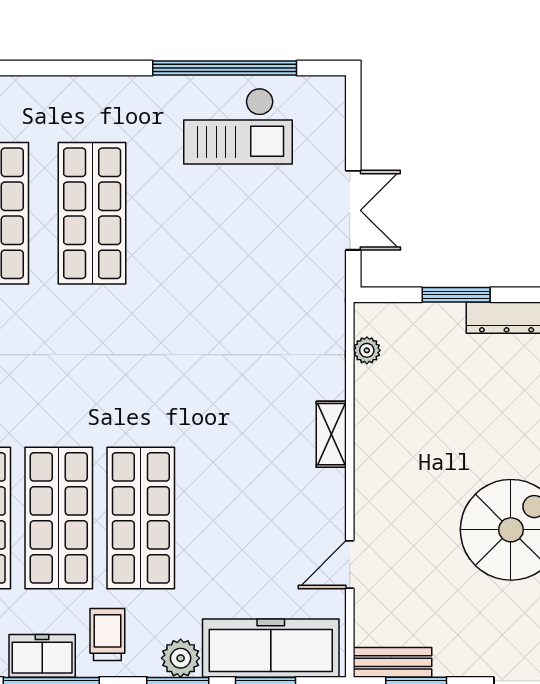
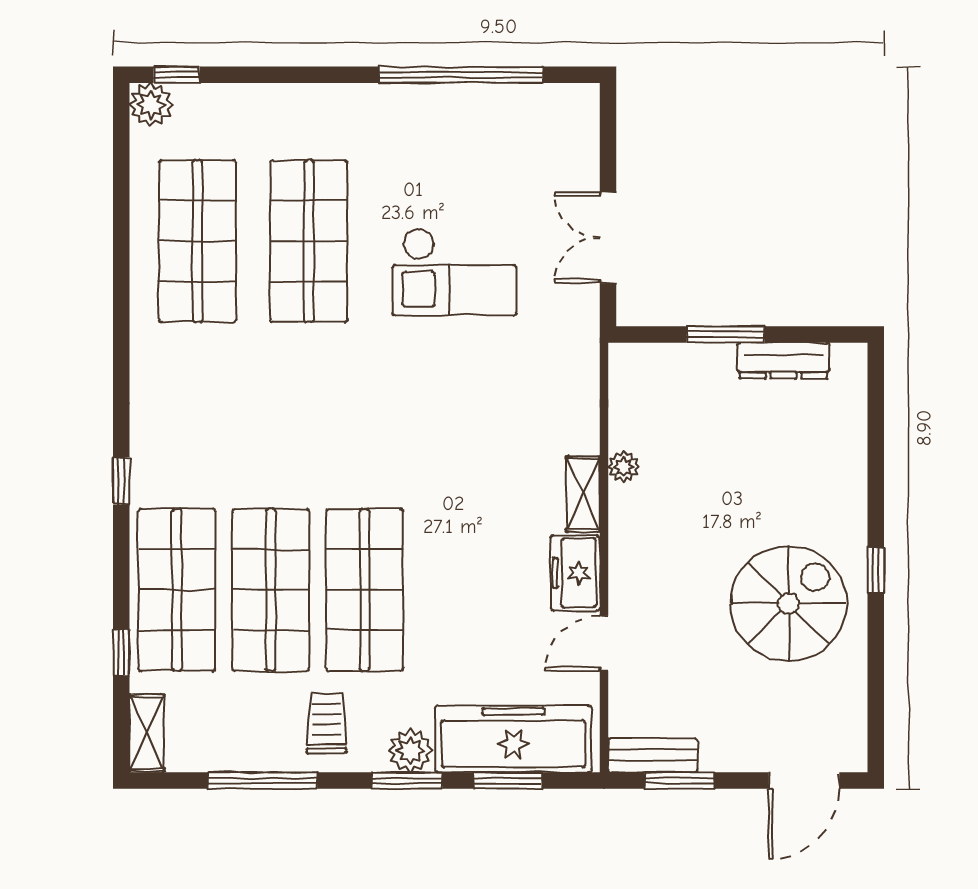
checkout: (238, 126) -> (454, 272), moved
double door: (353, 210) -> (608, 238), swing flipped
plant: (367, 350) -> (623, 467), moved
freezer: (42, 656) -> (575, 573), moved, turned -90

